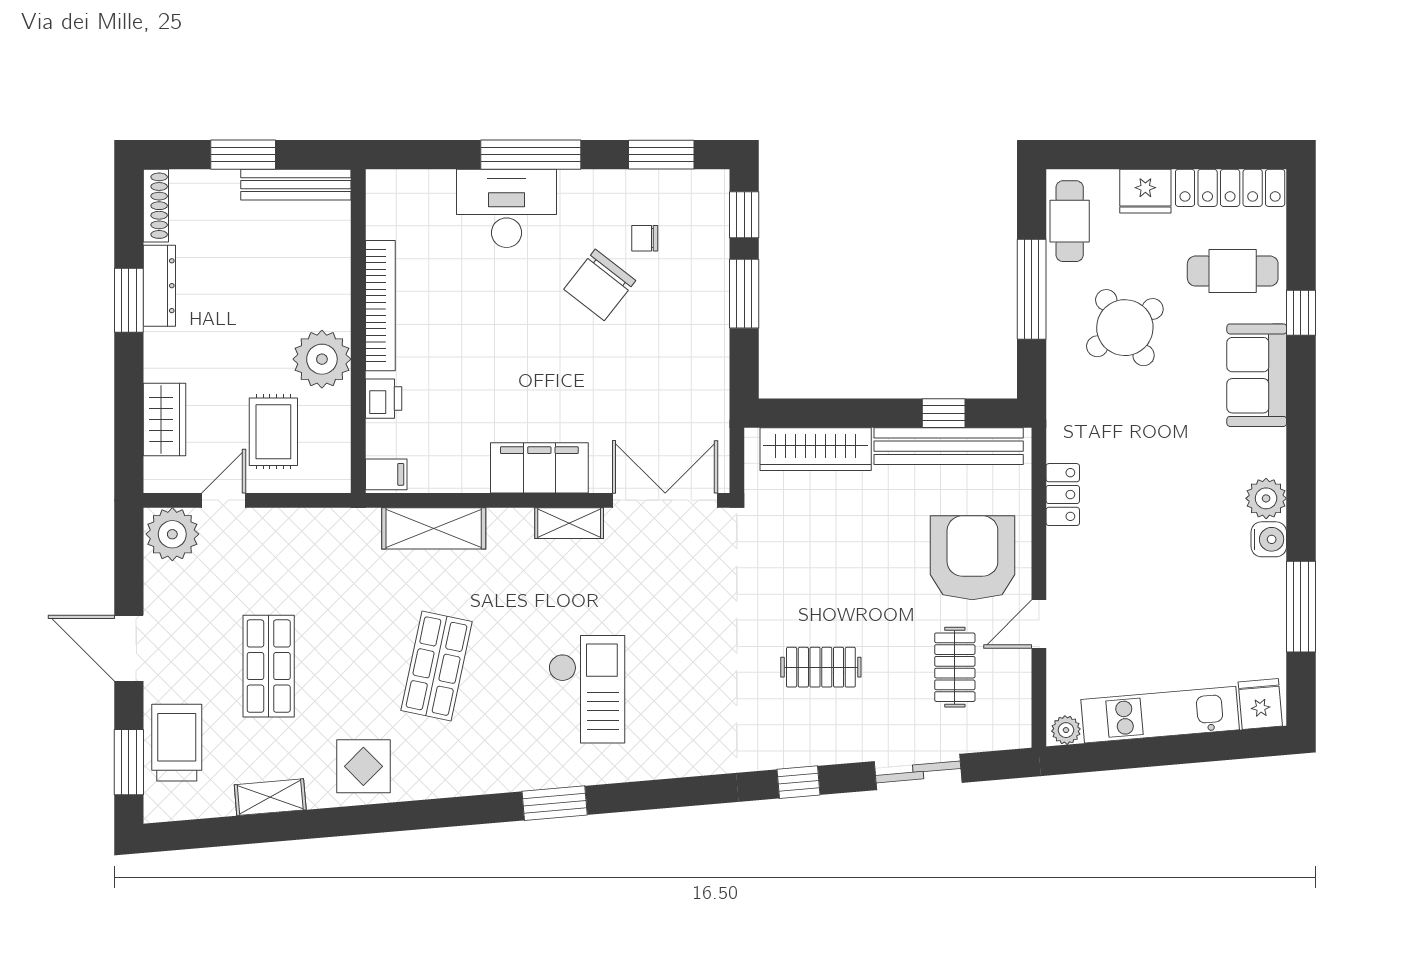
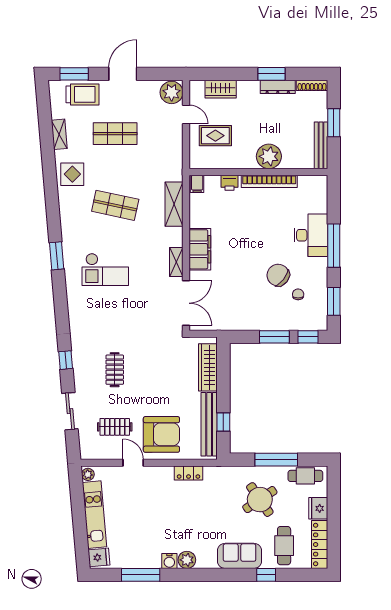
plant: (322, 359) -> (269, 156), moved

